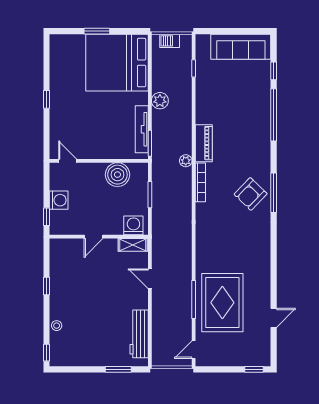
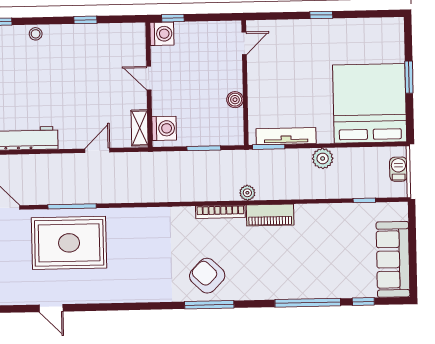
boiler: (117, 175) -> (235, 100), width x0.54, depth x0.54
washing machine: (59, 200) -> (162, 34), moved, turned -90

